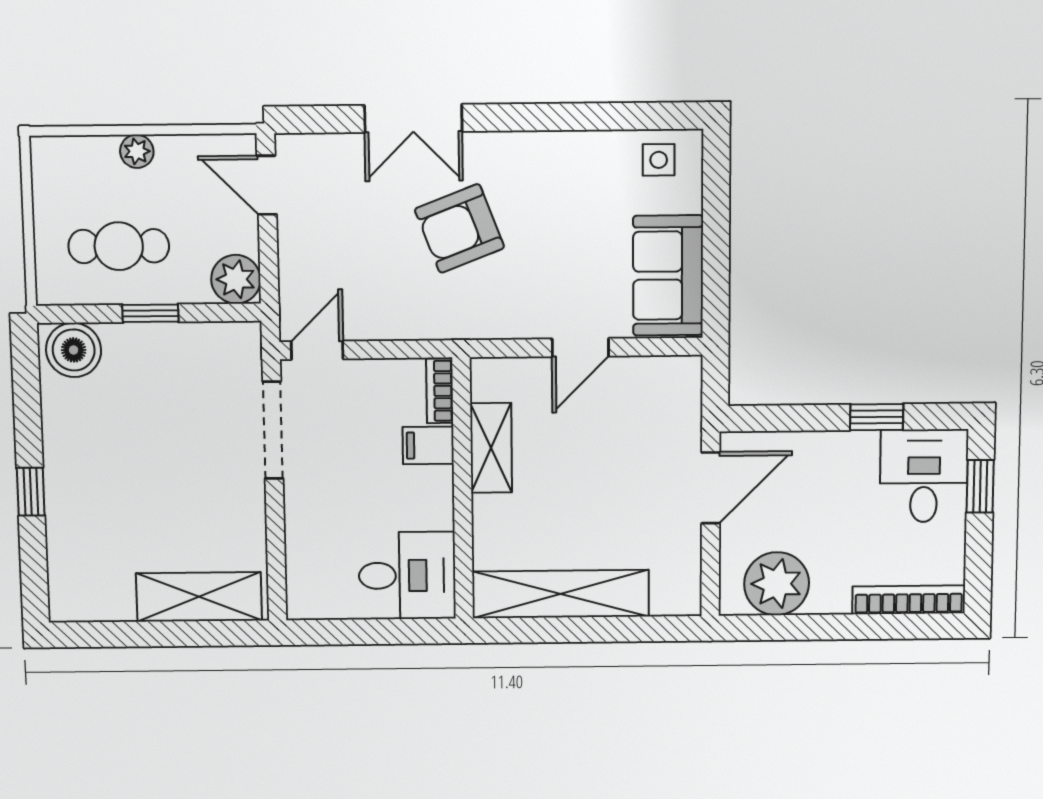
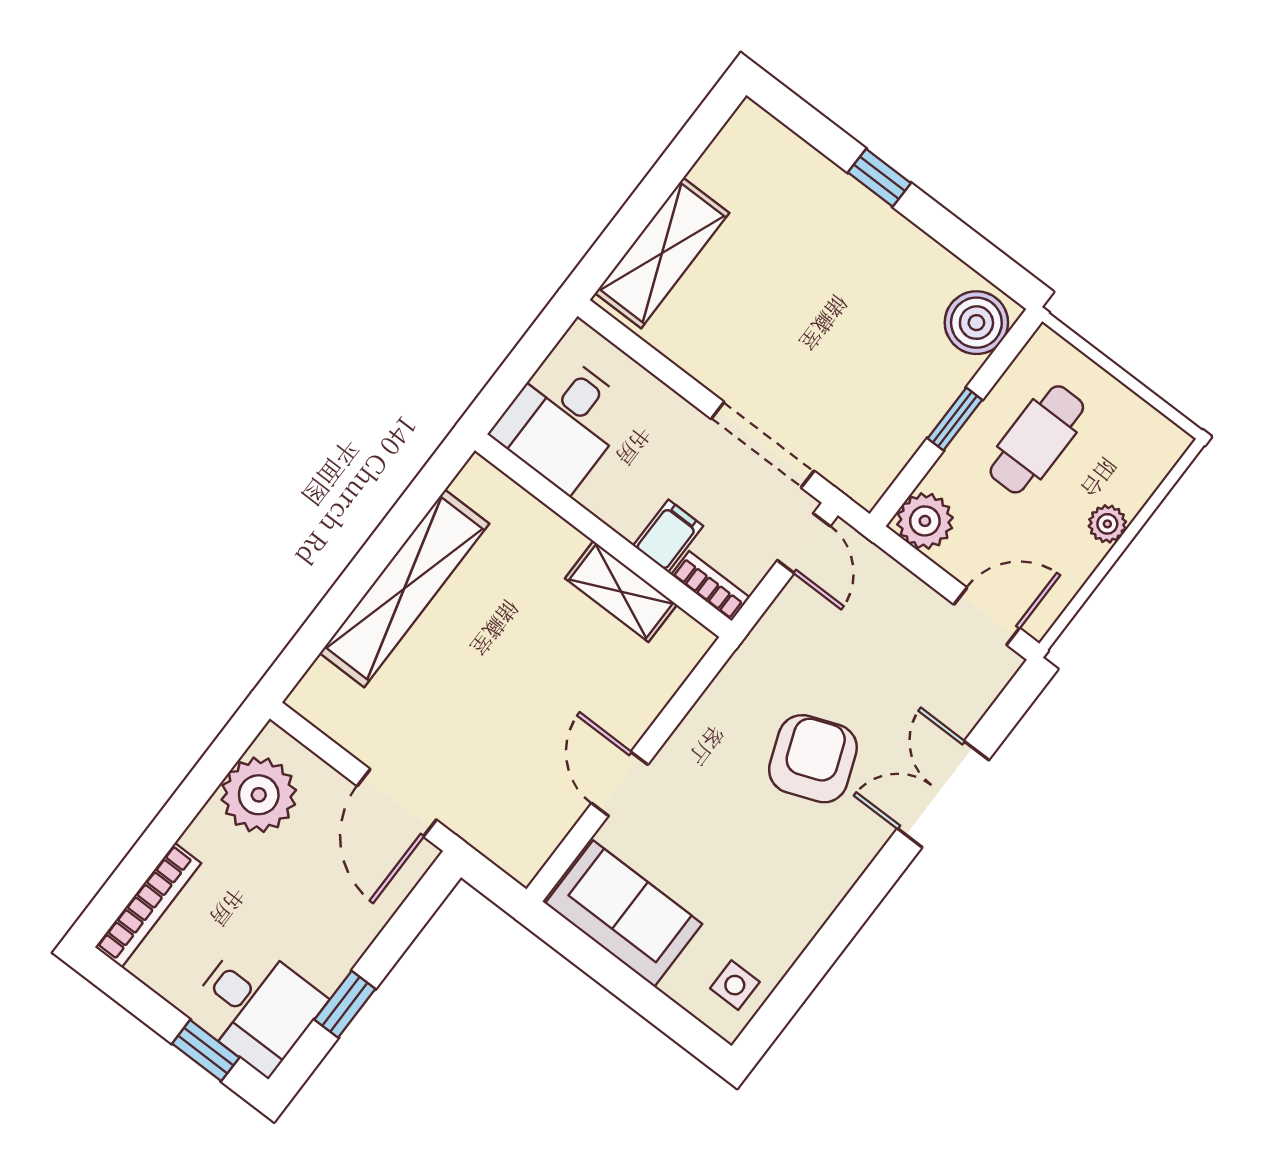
bookcase: (440, 391) -> (710, 586), moved
filing cabinet: (428, 445) -> (668, 536), moved
shelving: (491, 448) -> (621, 591), moved
wall: (463, 489) -> (603, 536), moved
desk: (407, 576) -> (562, 421), moved

